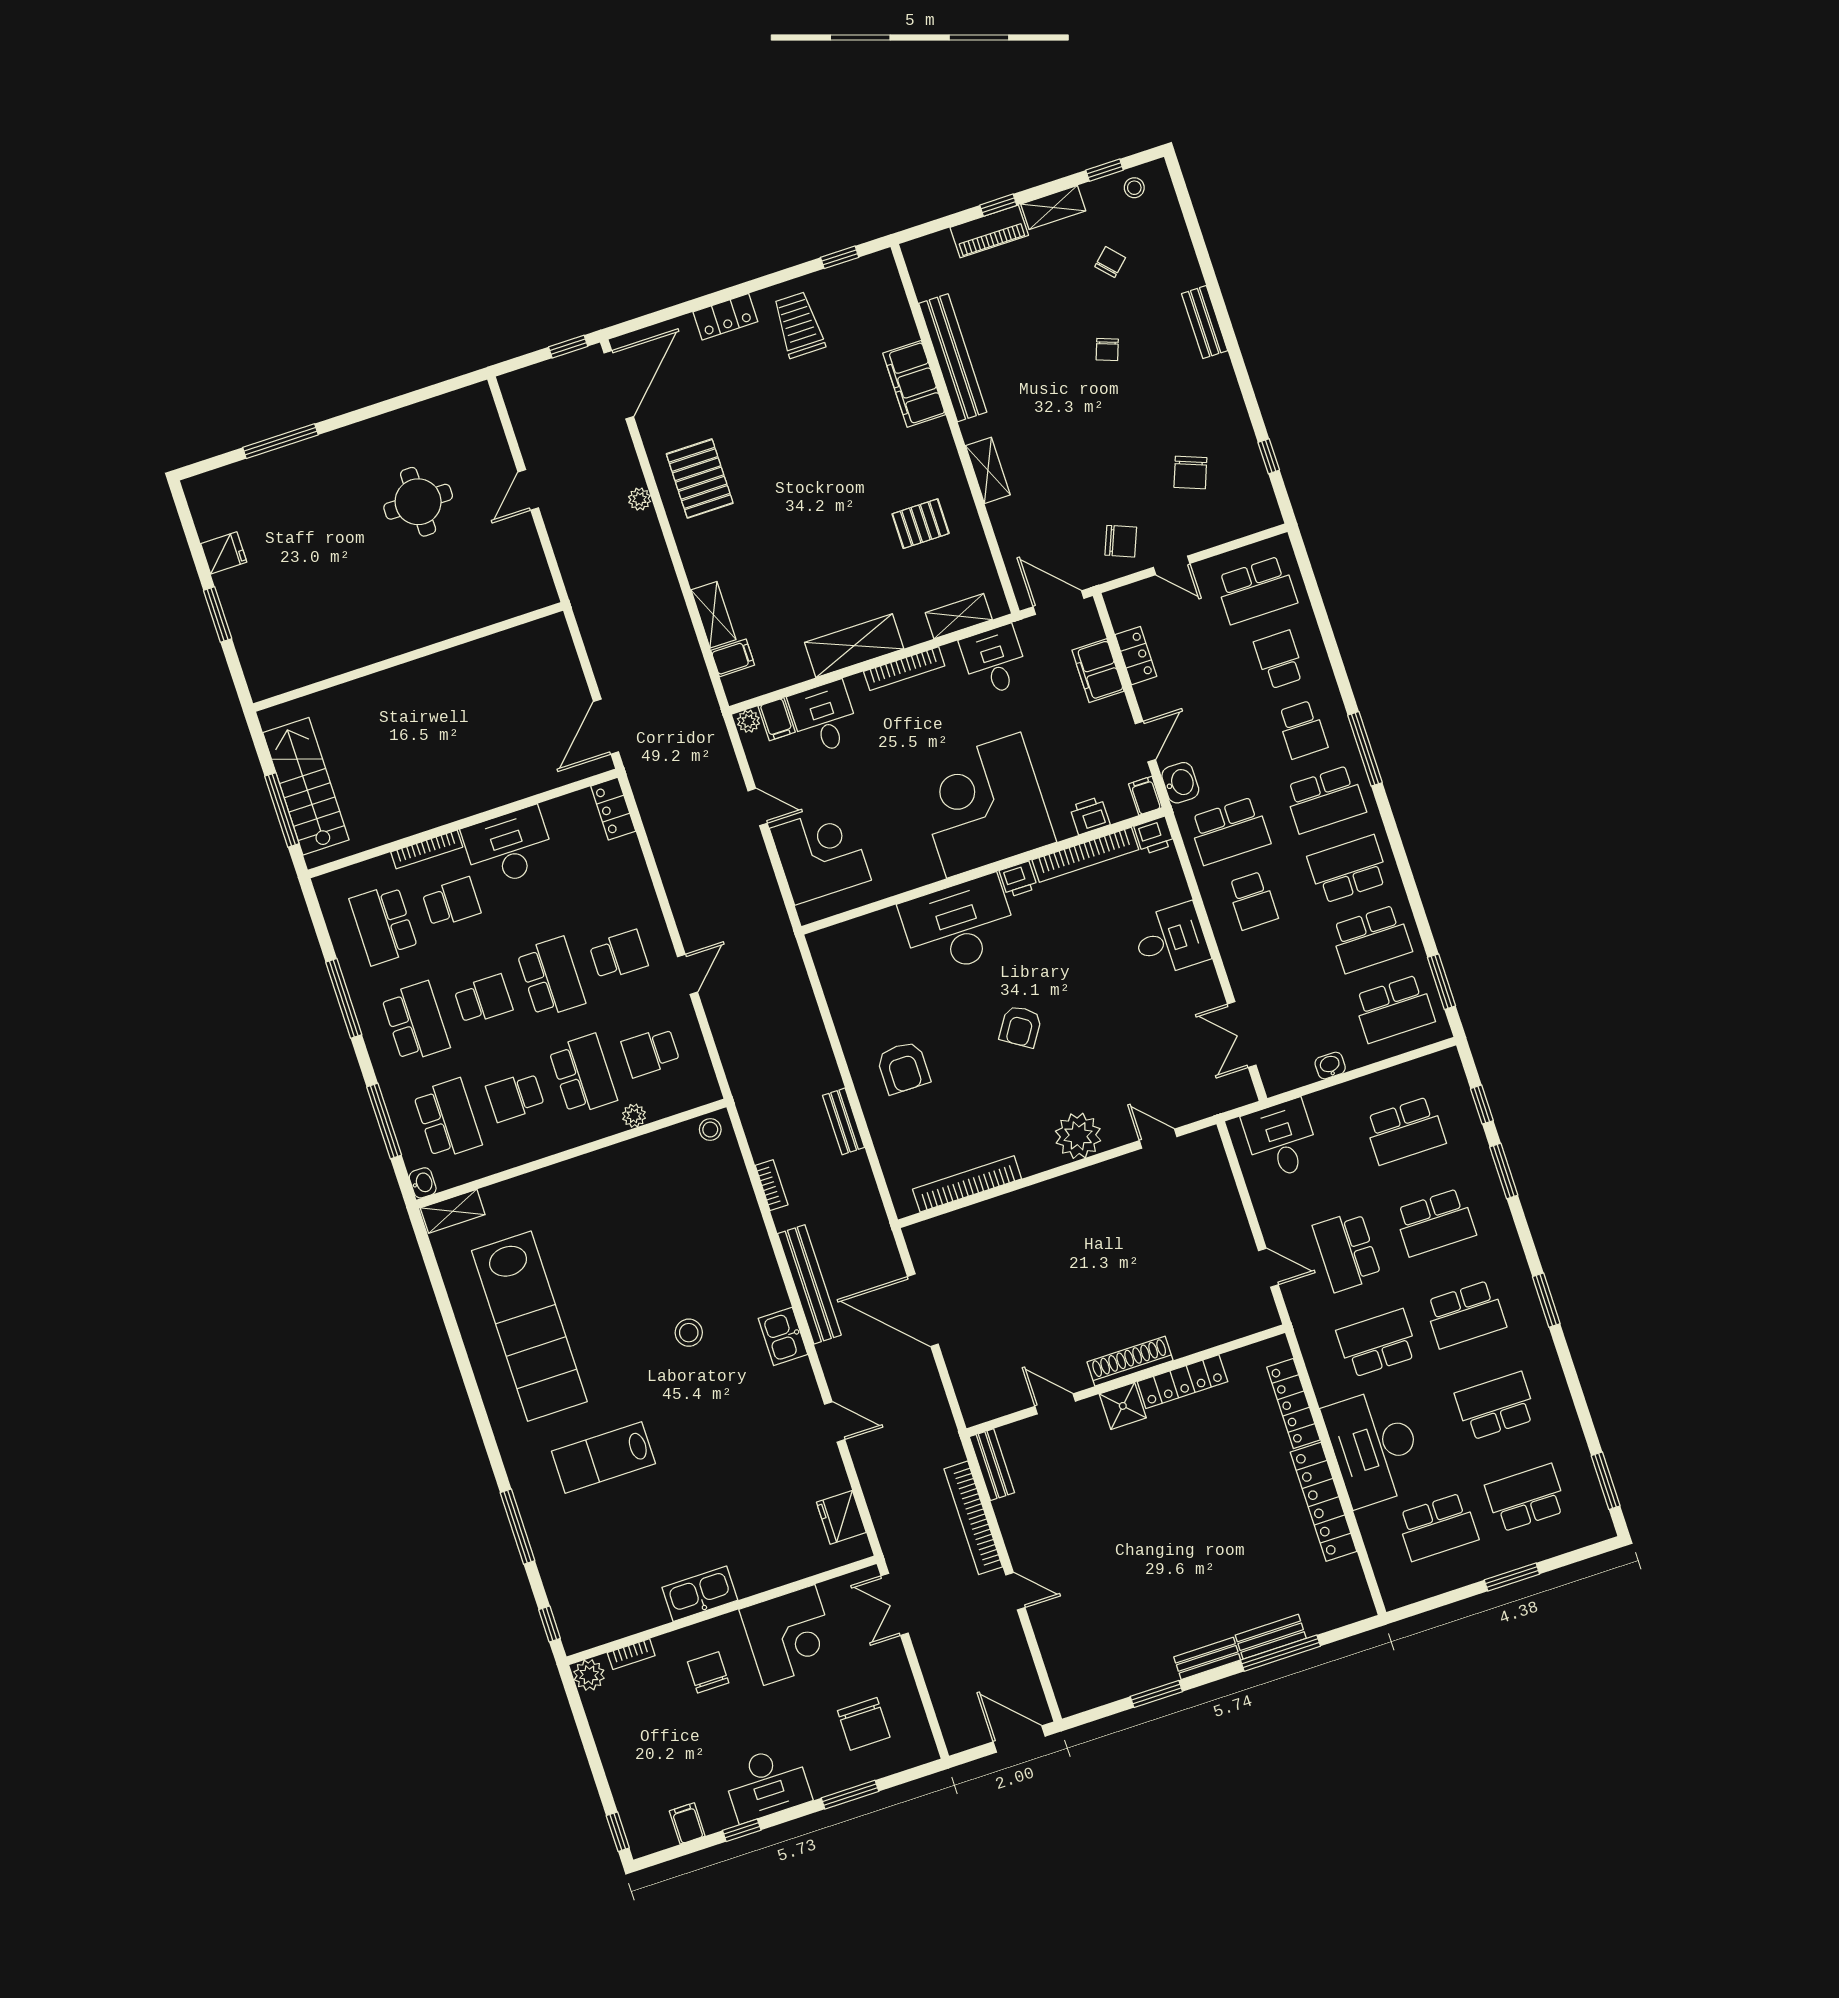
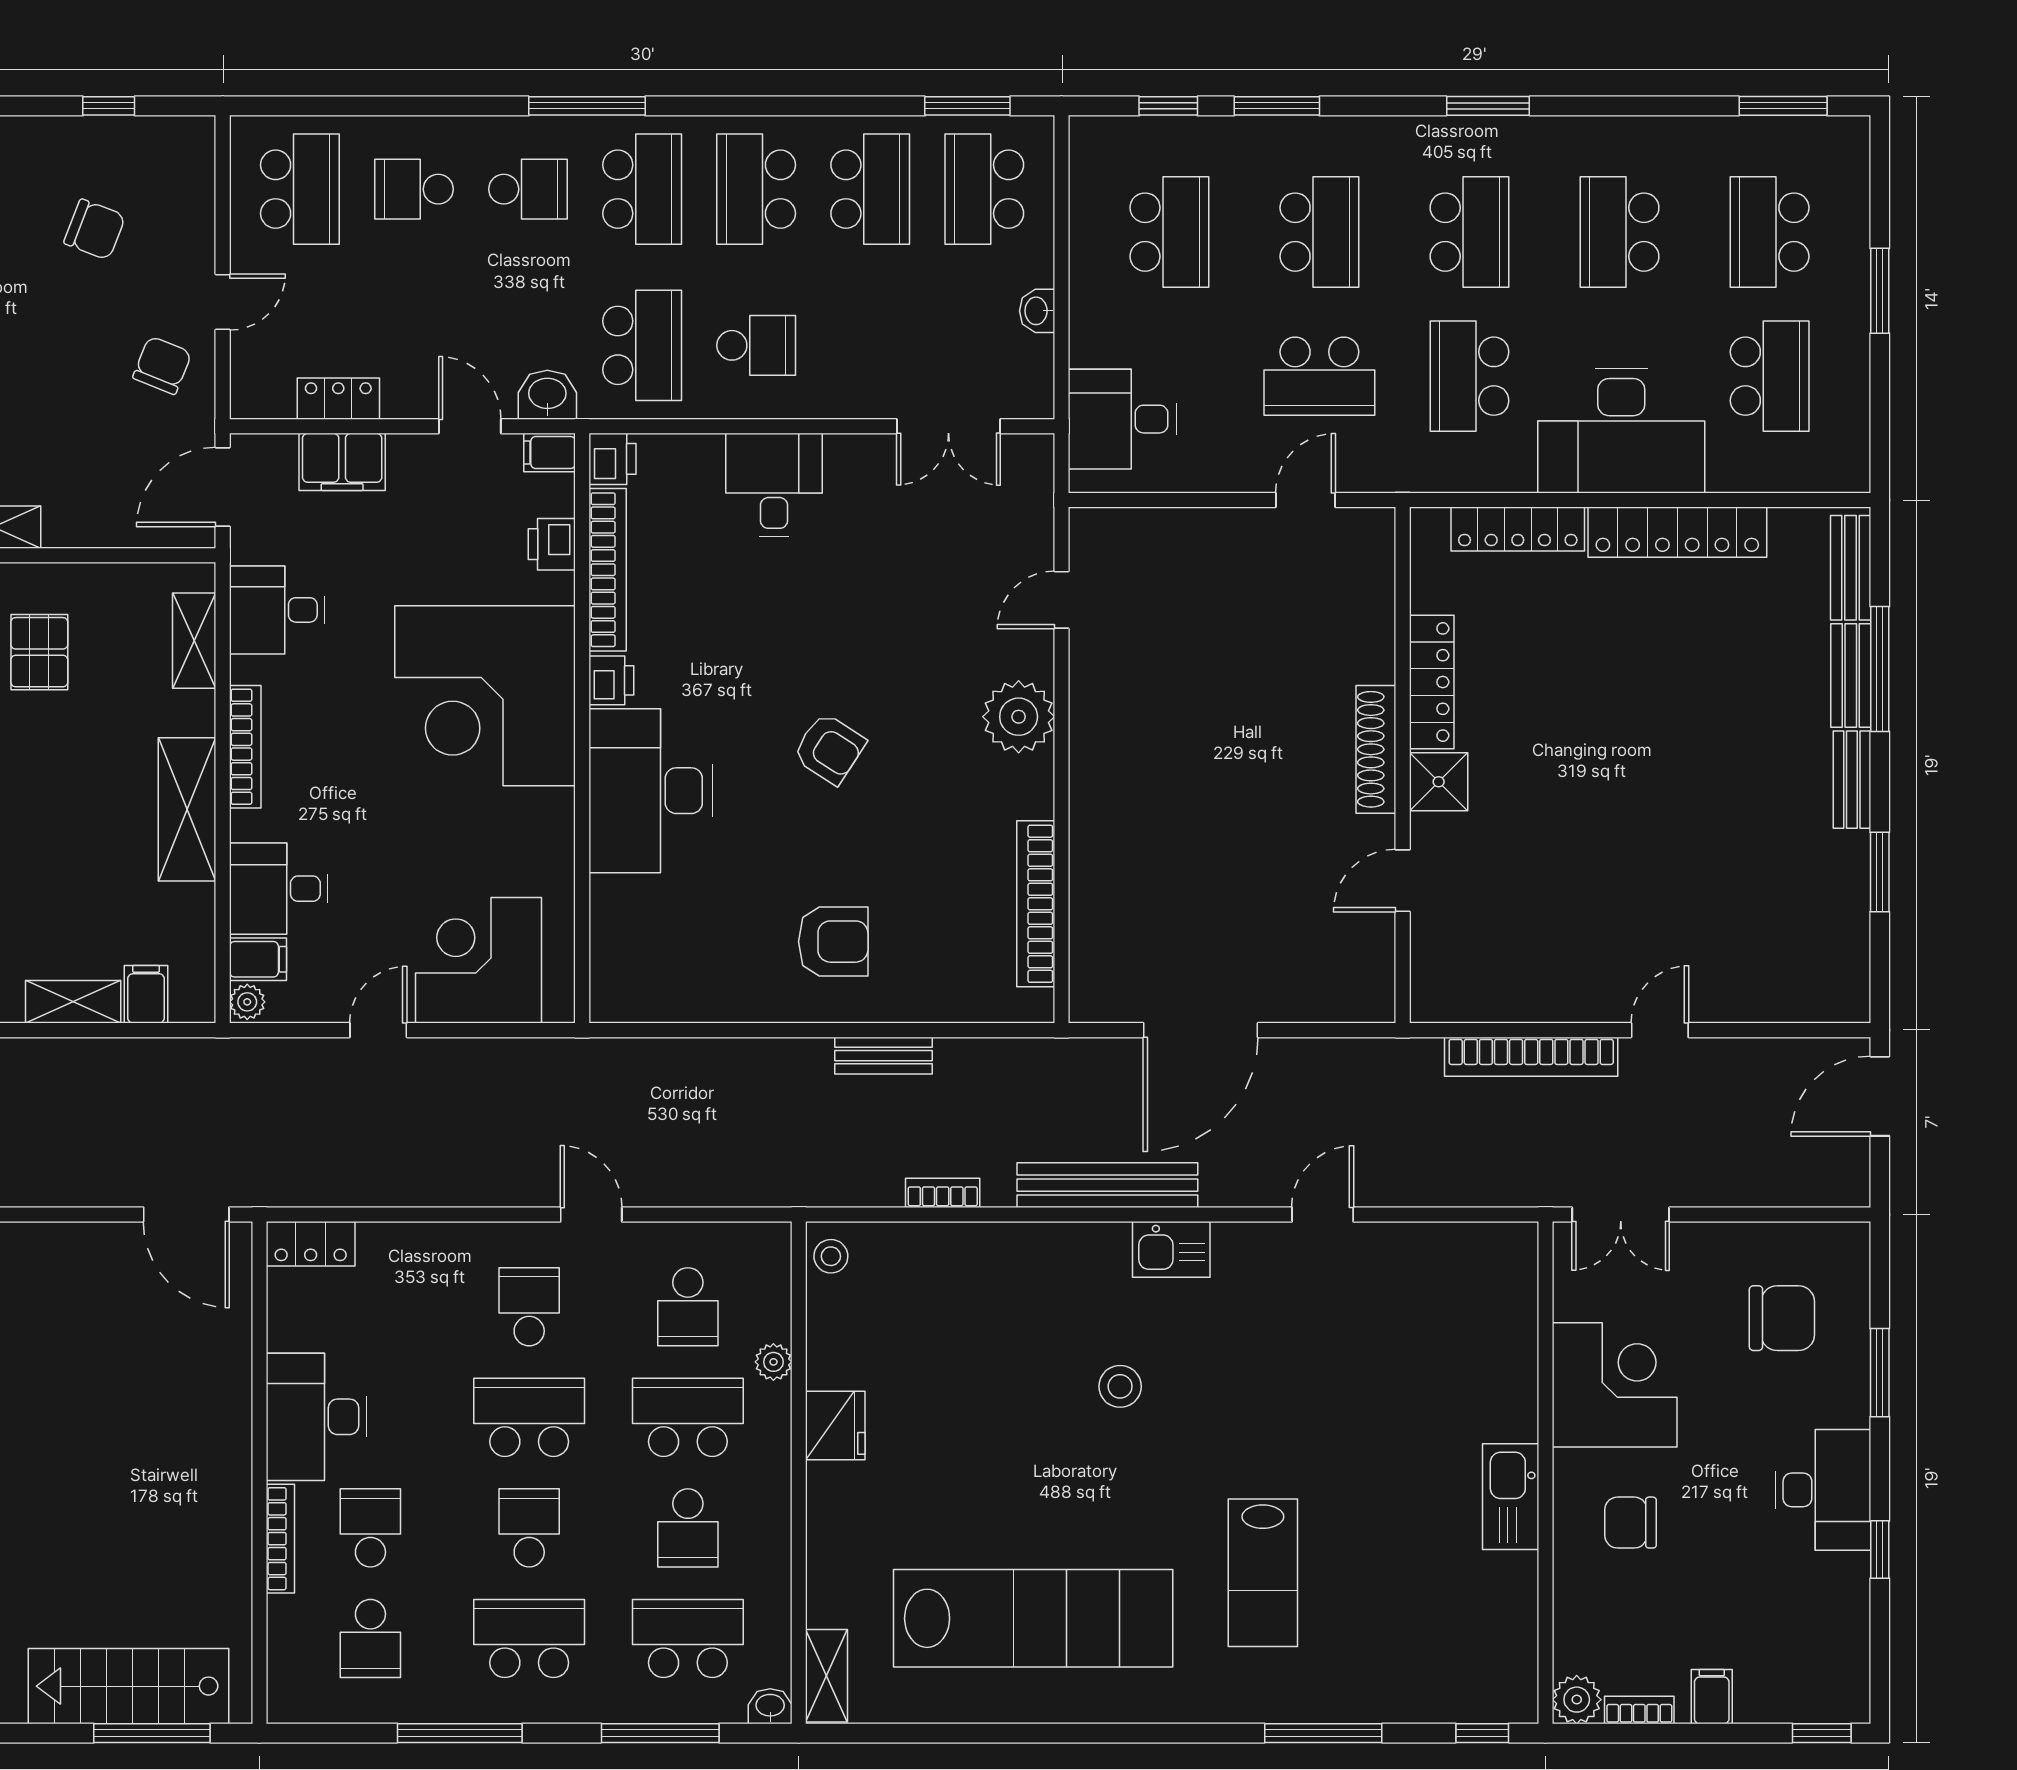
school desk: (384, 925) -> (370, 1638), width x0.54
school desk: (1394, 1009) -> (984, 189), turned 180
bench: (992, 1465) -> (1851, 568), moved, turned 90
fridge: (841, 1517) -> (835, 1426), moved, turned -90
bookcase: (631, 1654) -> (1639, 1710), moved, turned -90
filing cabinet: (687, 1823) -> (1712, 1697), moved, turned 90

